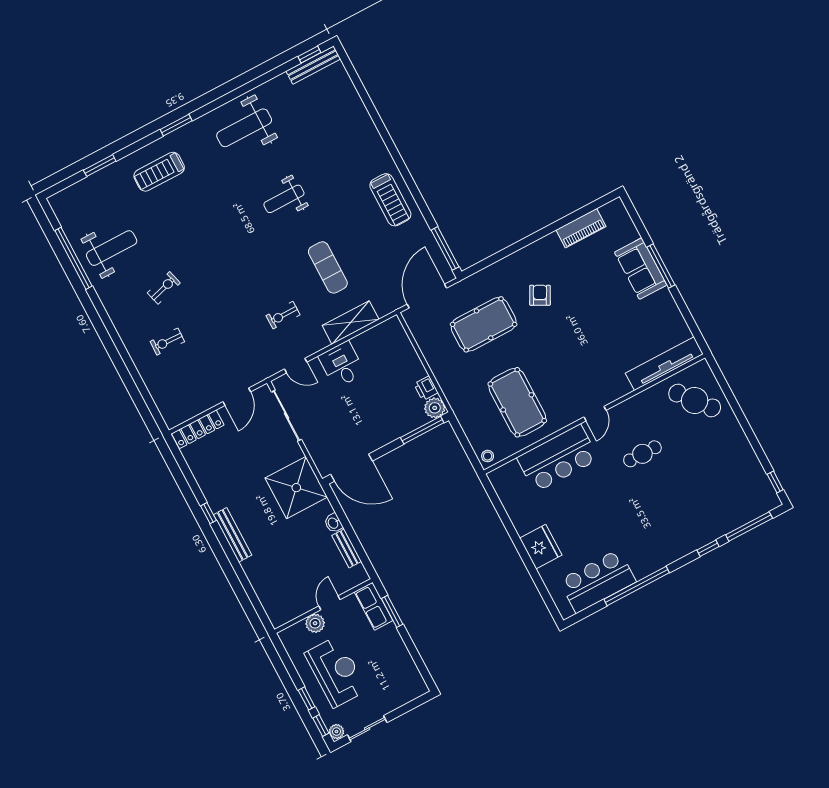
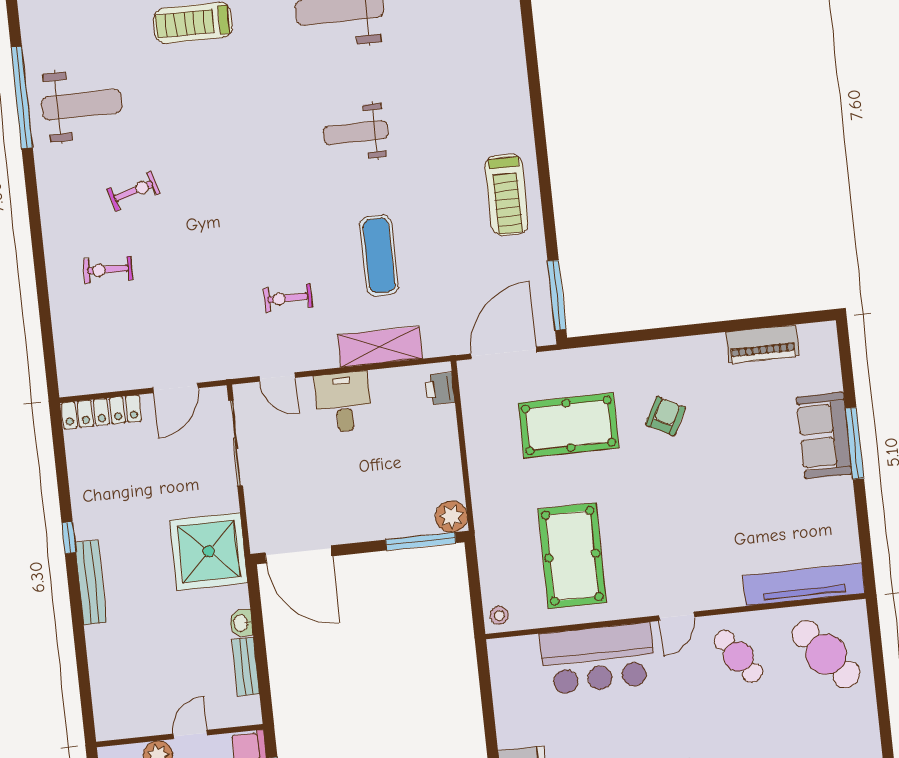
printer: (426, 388) -> (440, 389), moved
cafe table: (642, 454) -> (738, 657), moved, turned 55

